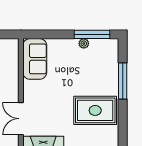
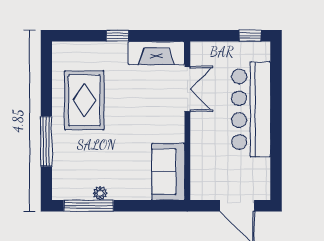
rug: (95, 110) -> (84, 100), turned 90

